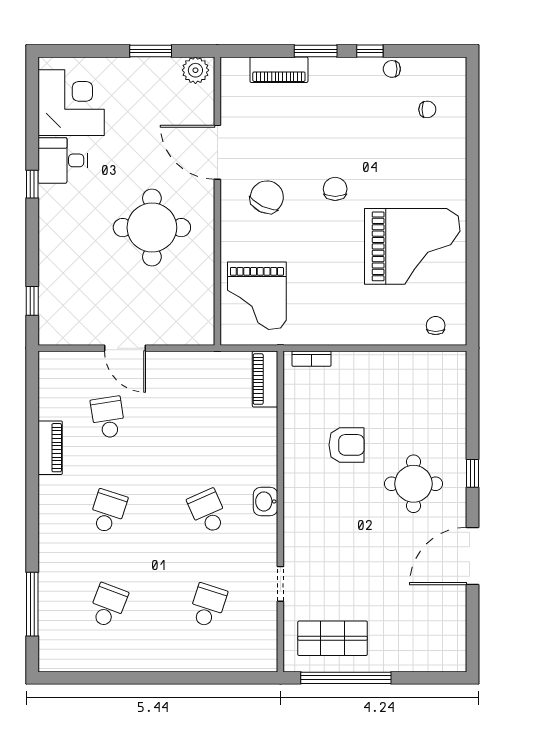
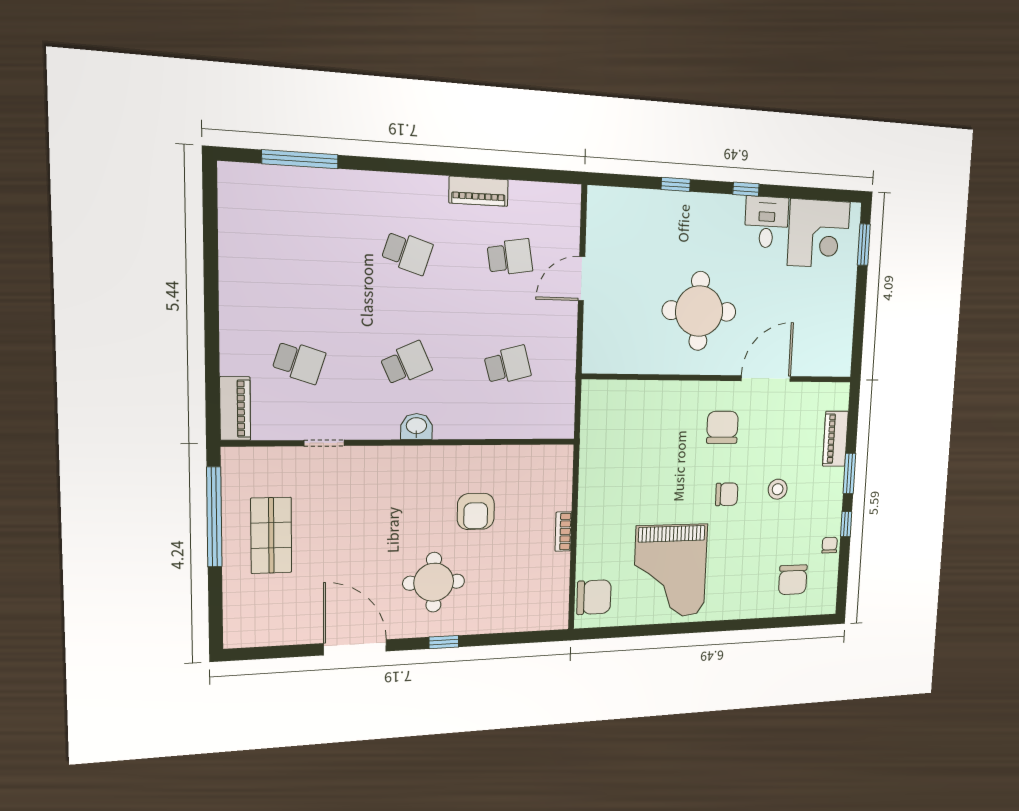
window: (151, 51) -> (864, 245), moved
plant: (195, 70) -> (840, 358), removed
chair: (427, 109) -> (793, 580), width x1.87, depth x1.87
stool: (331, 133) -> (778, 489), added
chair: (267, 197) -> (722, 427), turned -116
grand piano: (257, 296) -> (629, 417), removed
window: (32, 301) -> (676, 184), moved
chair: (436, 326) -> (594, 597), width x1.87, depth x1.87
bookcase: (311, 359) -> (563, 531), moved
piano: (265, 379) -> (235, 409), moved, turned 90
school desk: (108, 606) -> (508, 365), moved, turned -36
shop shelf: (333, 638) -> (271, 535), moved

